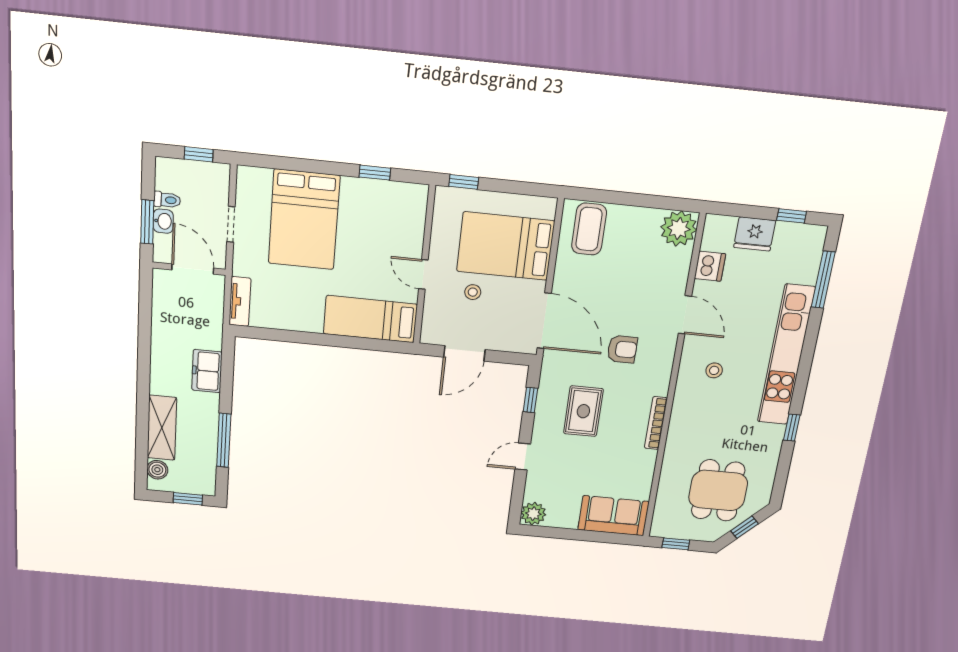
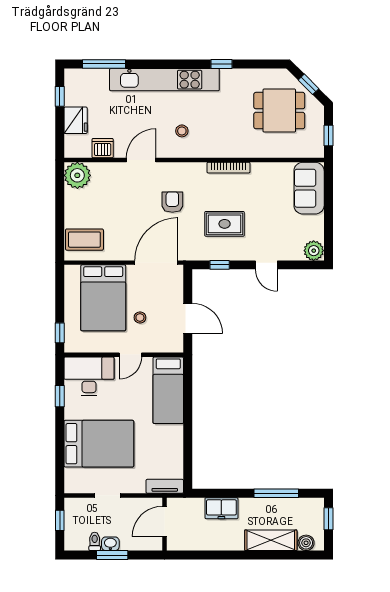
desk: (399, 216) -> (89, 376), added
wall: (189, 269) -> (165, 524), moved
door: (193, 269) -> (165, 522), moved

